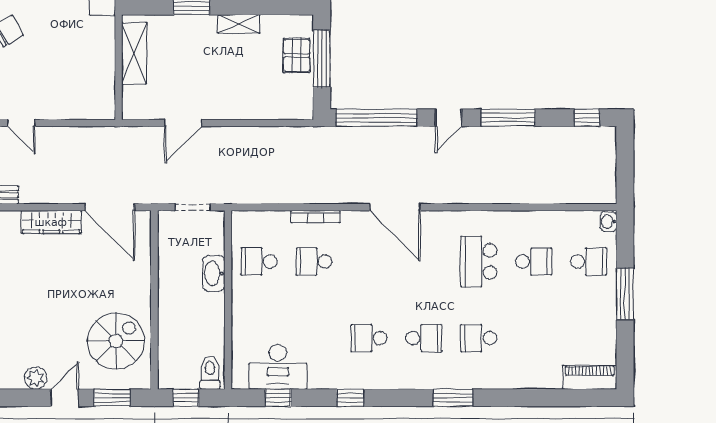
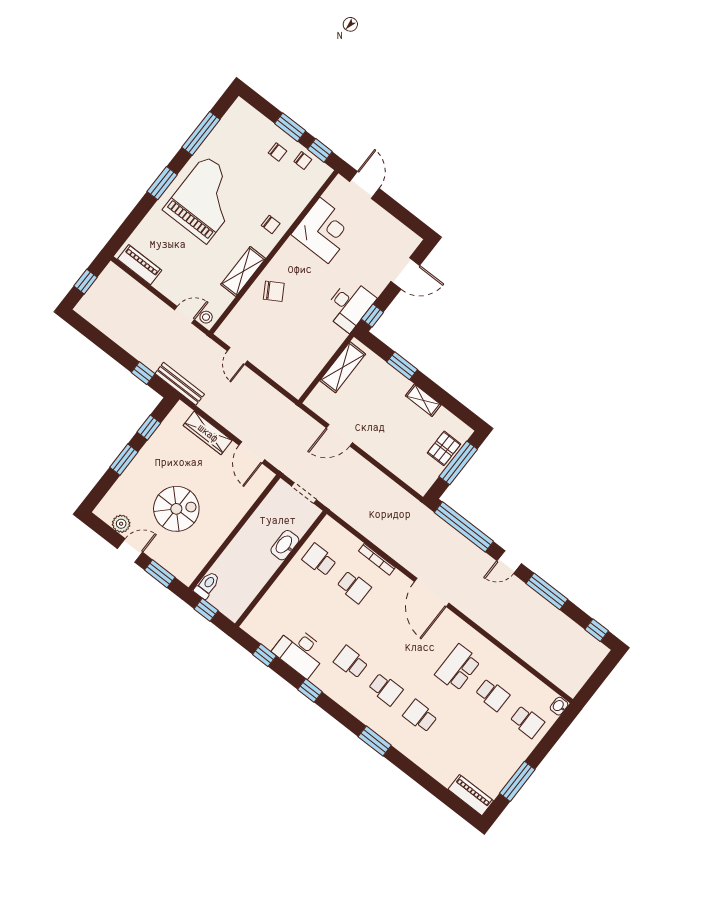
door: (110, 207) -> (252, 452), width x0.73
school desk: (314, 261) -> (354, 587), turned 180
window: (625, 294) -> (517, 781), moved
spiral stairs: (116, 341) -> (176, 509), moved
desk: (278, 367) -> (300, 652), moved
toilet: (210, 373) -> (207, 585), moved

